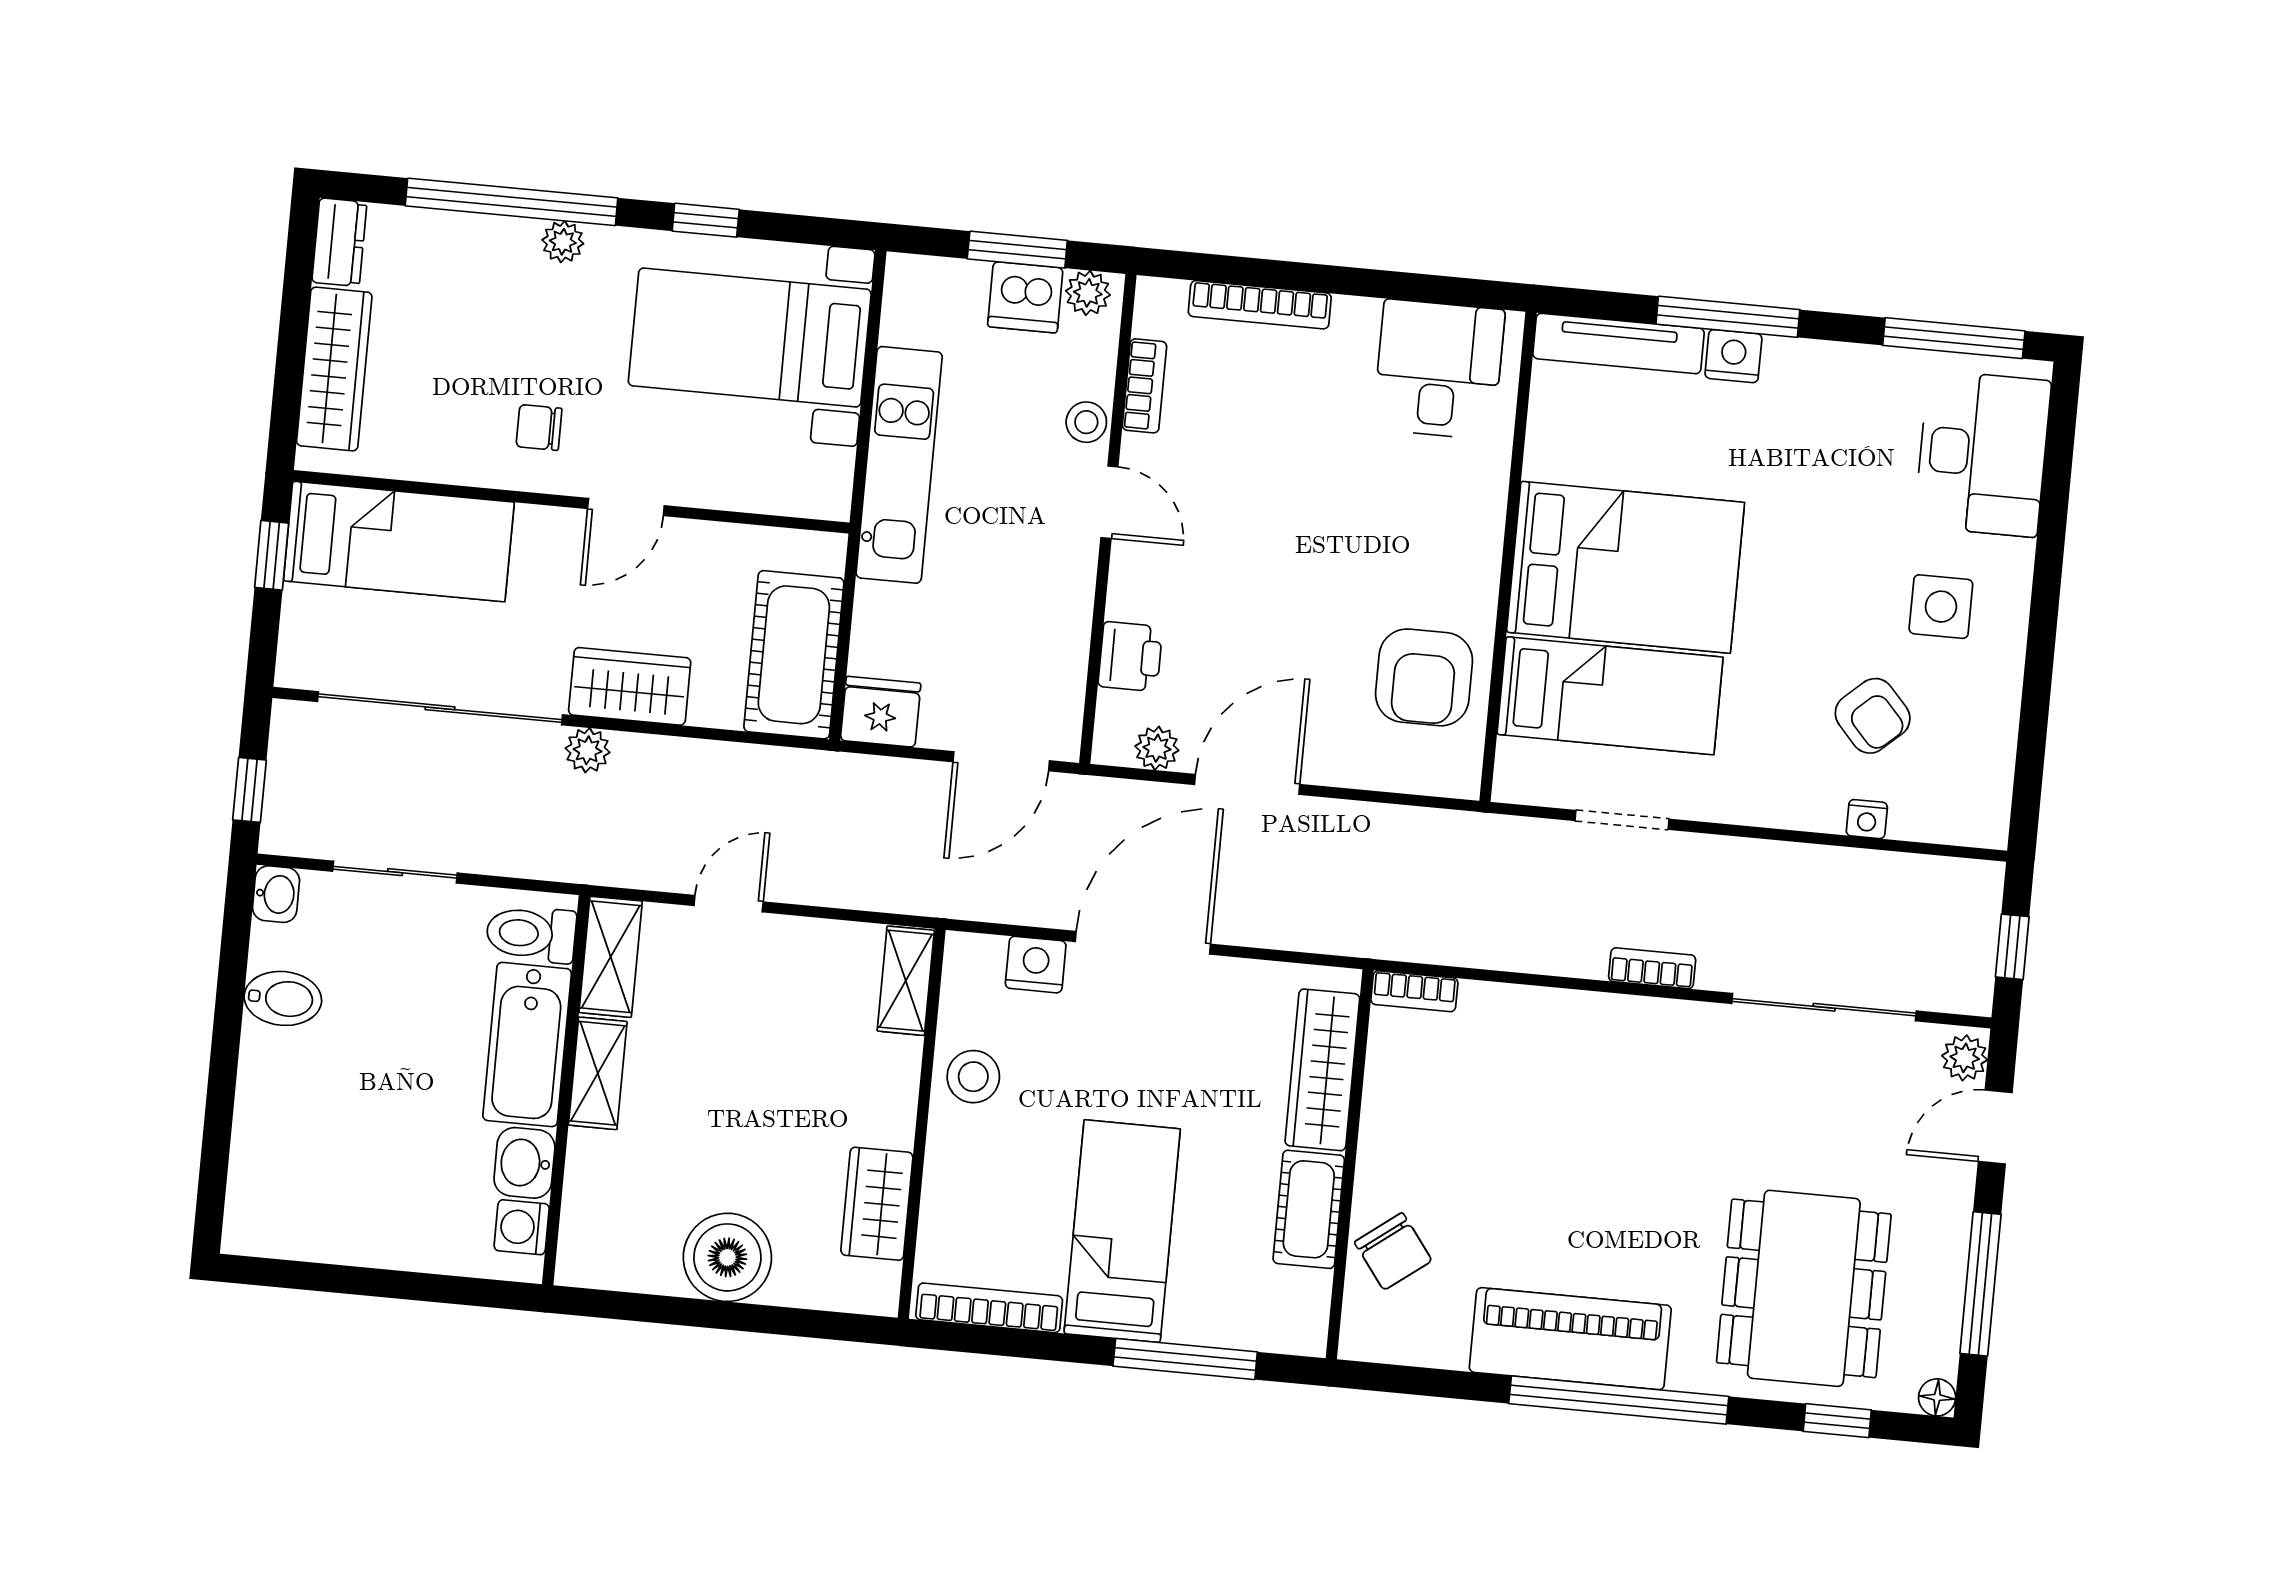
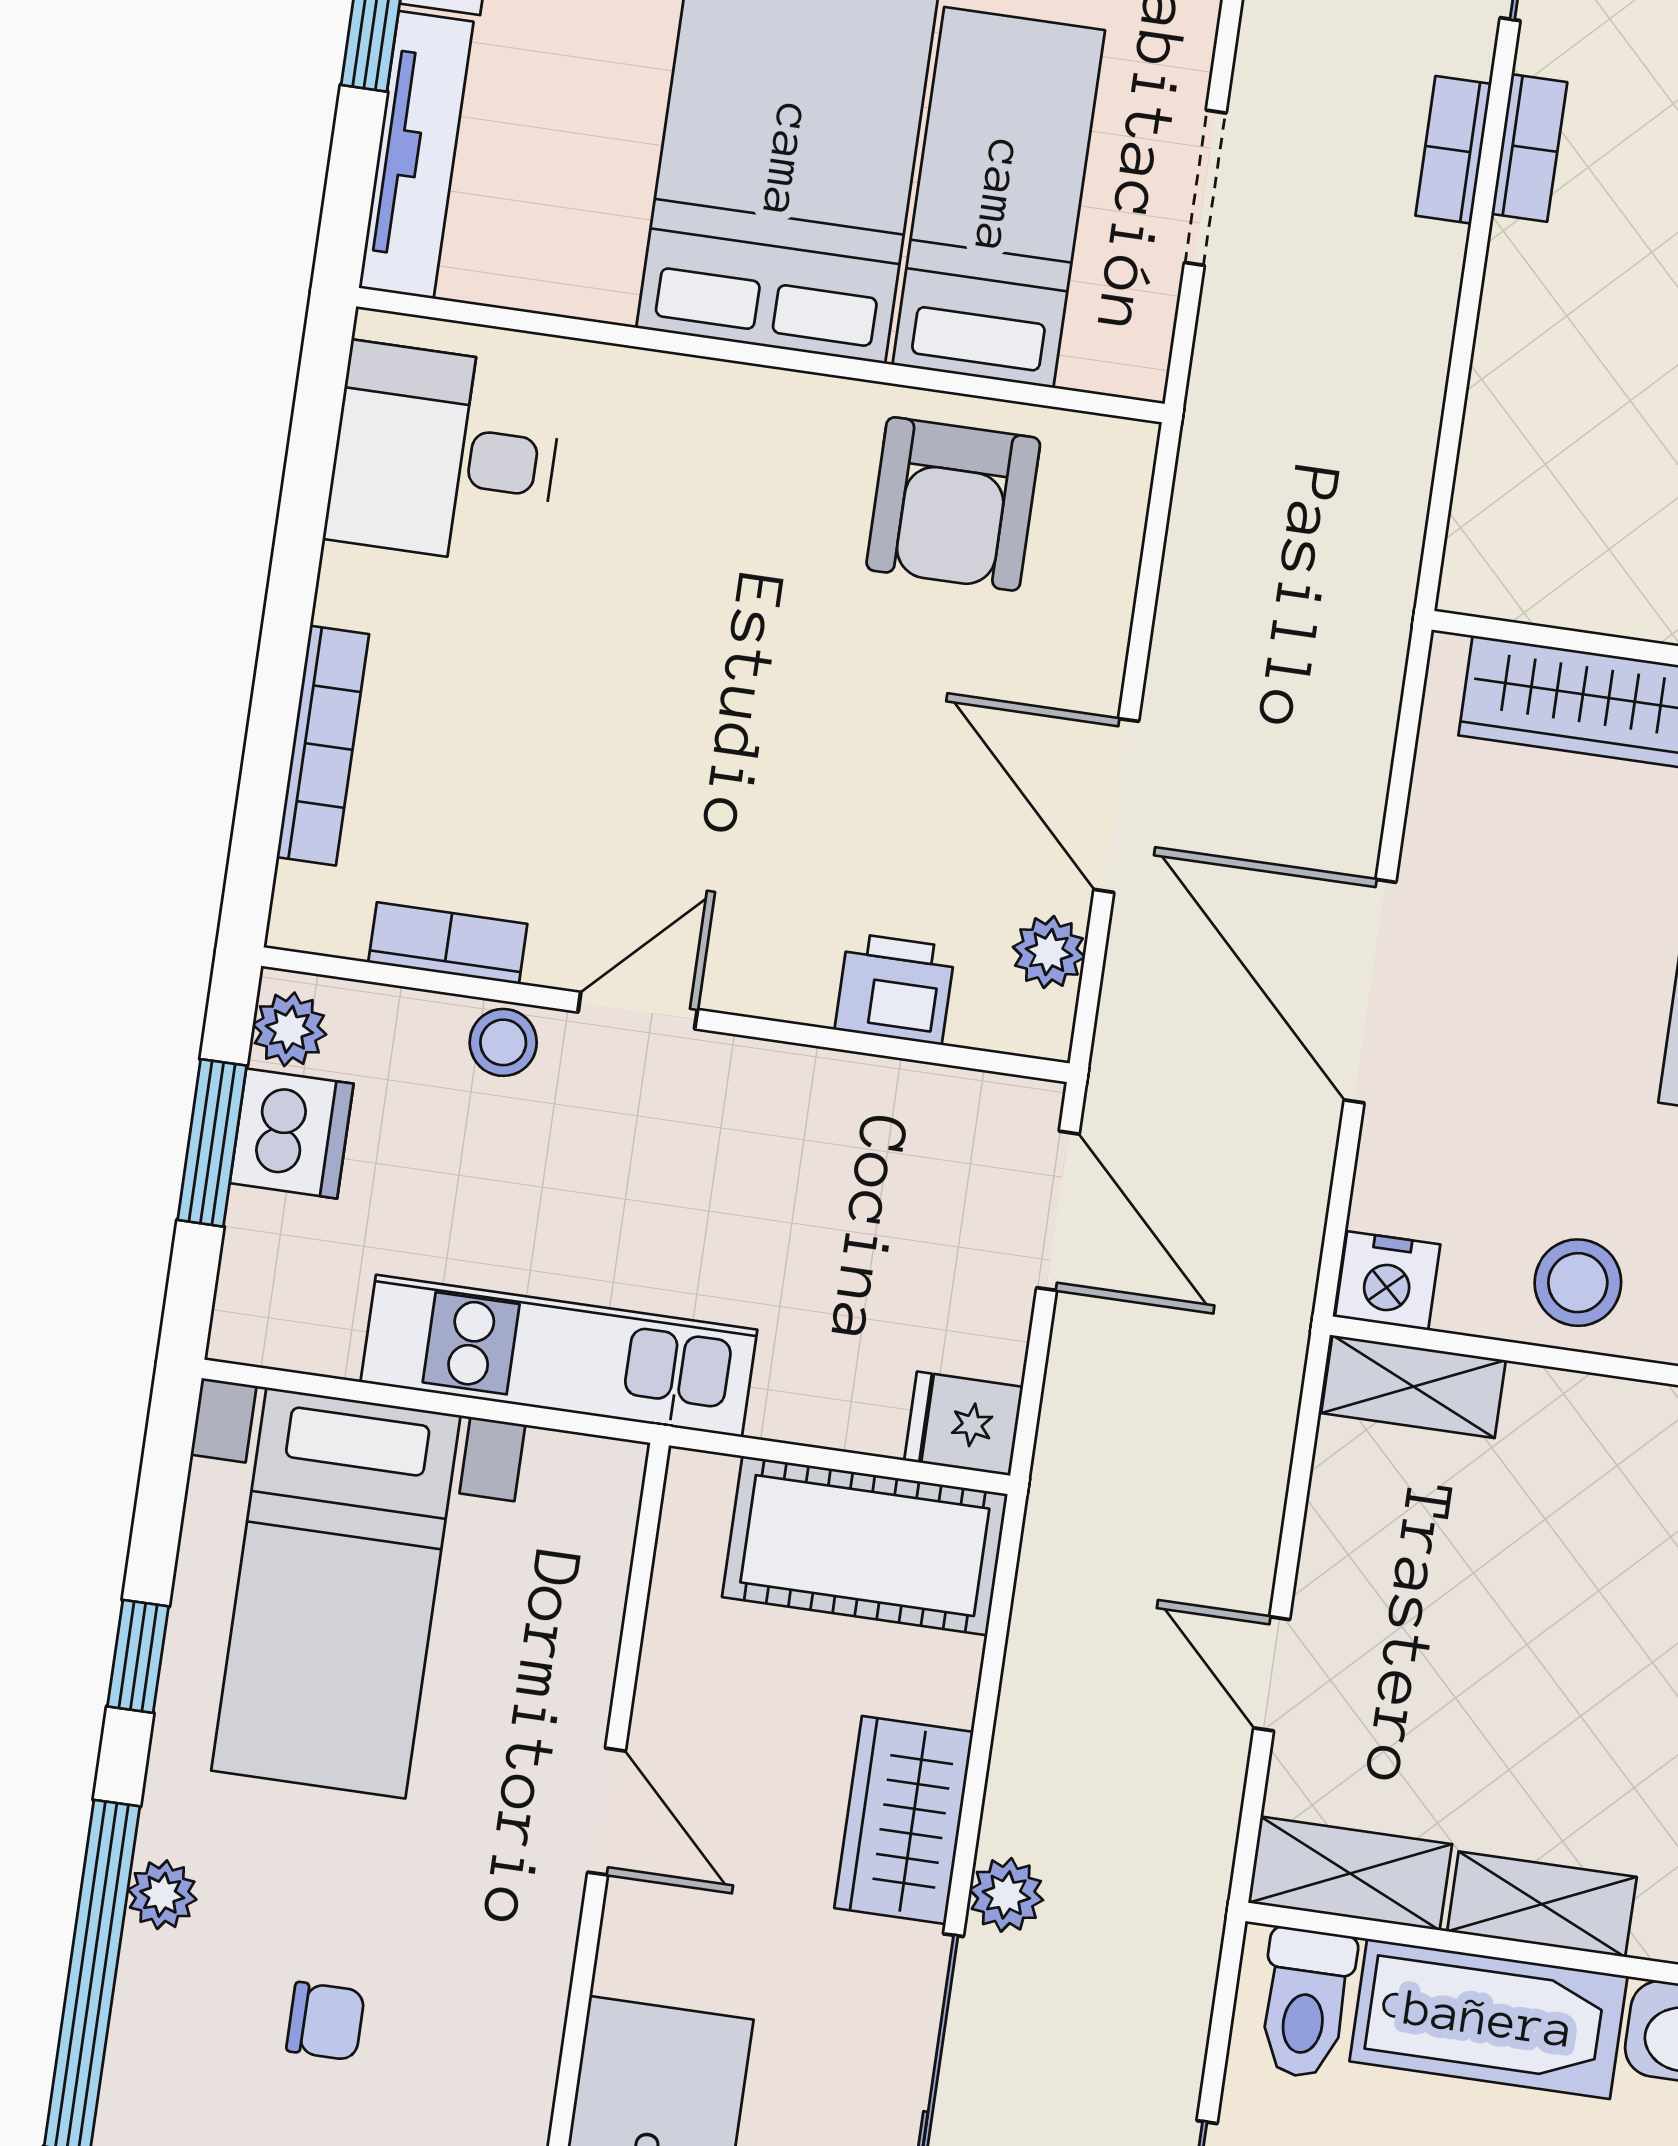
chair: (539, 427) -> (326, 2021), moved, turned -90
armchair: (1424, 677) -> (953, 504), turned 90
fridge: (881, 712) -> (964, 1424), width x0.72
nightstand: (1036, 965) -> (1388, 1281), moved, turned -90
bookcase: (1414, 991) -> (1529, 148), moved

